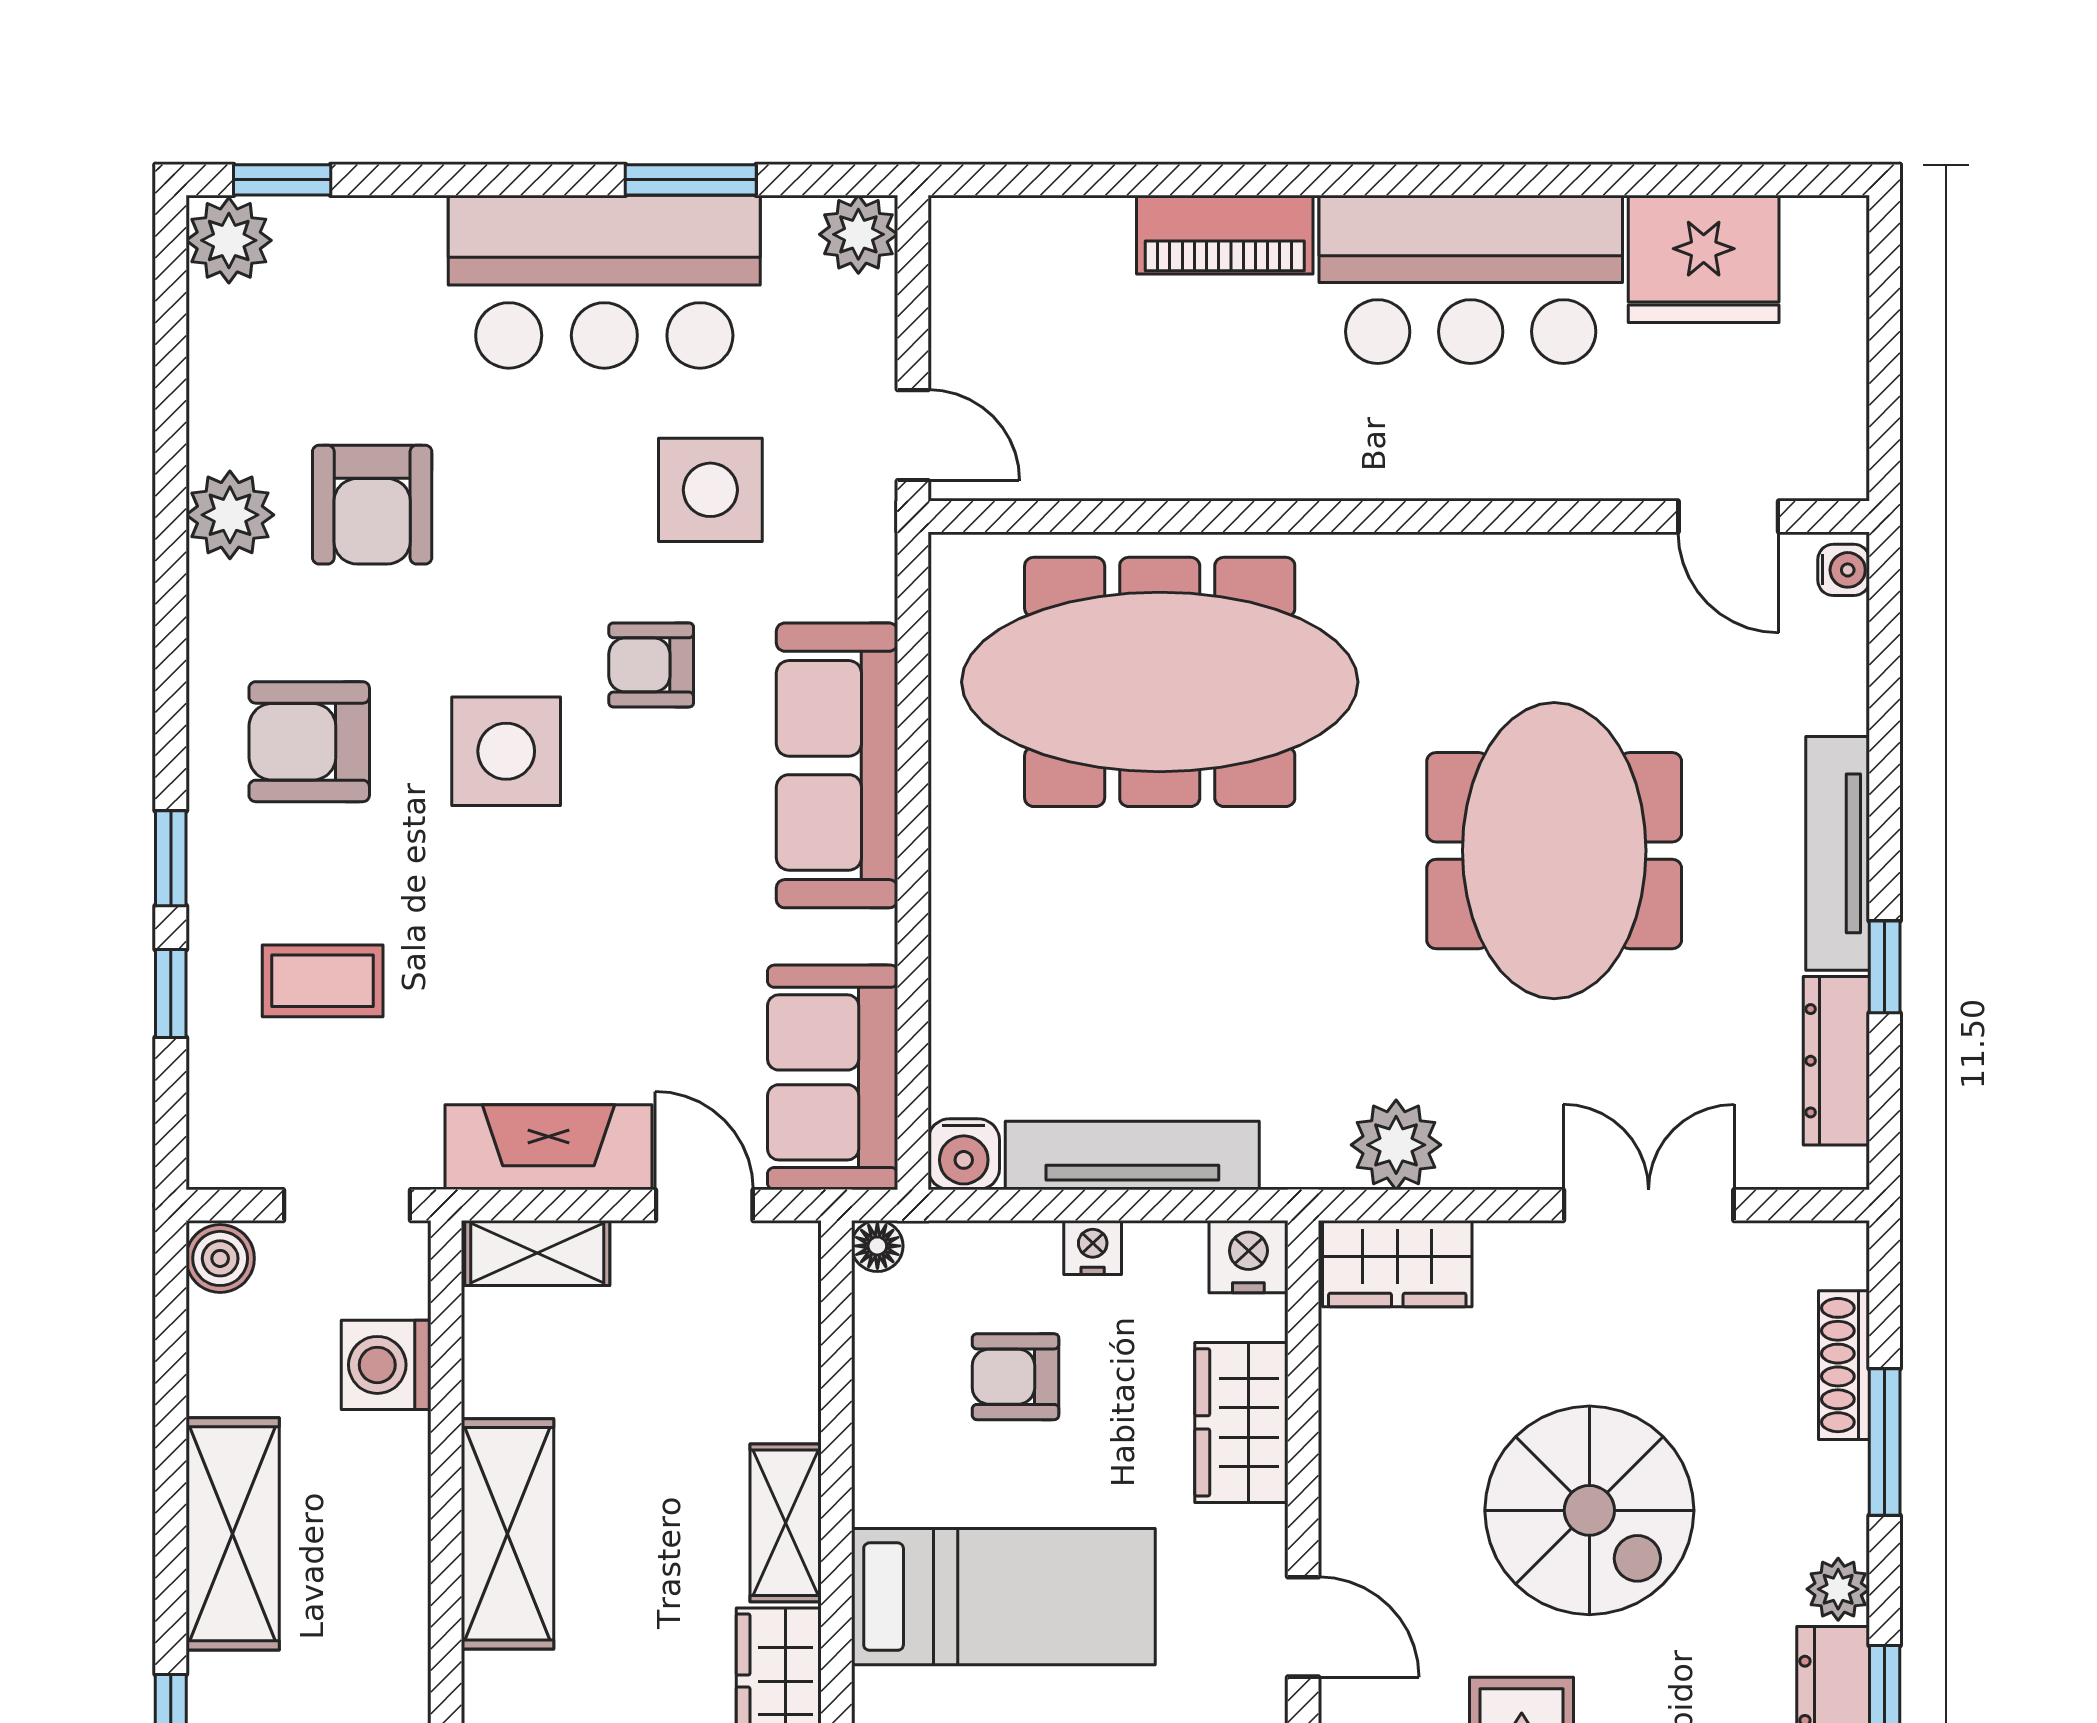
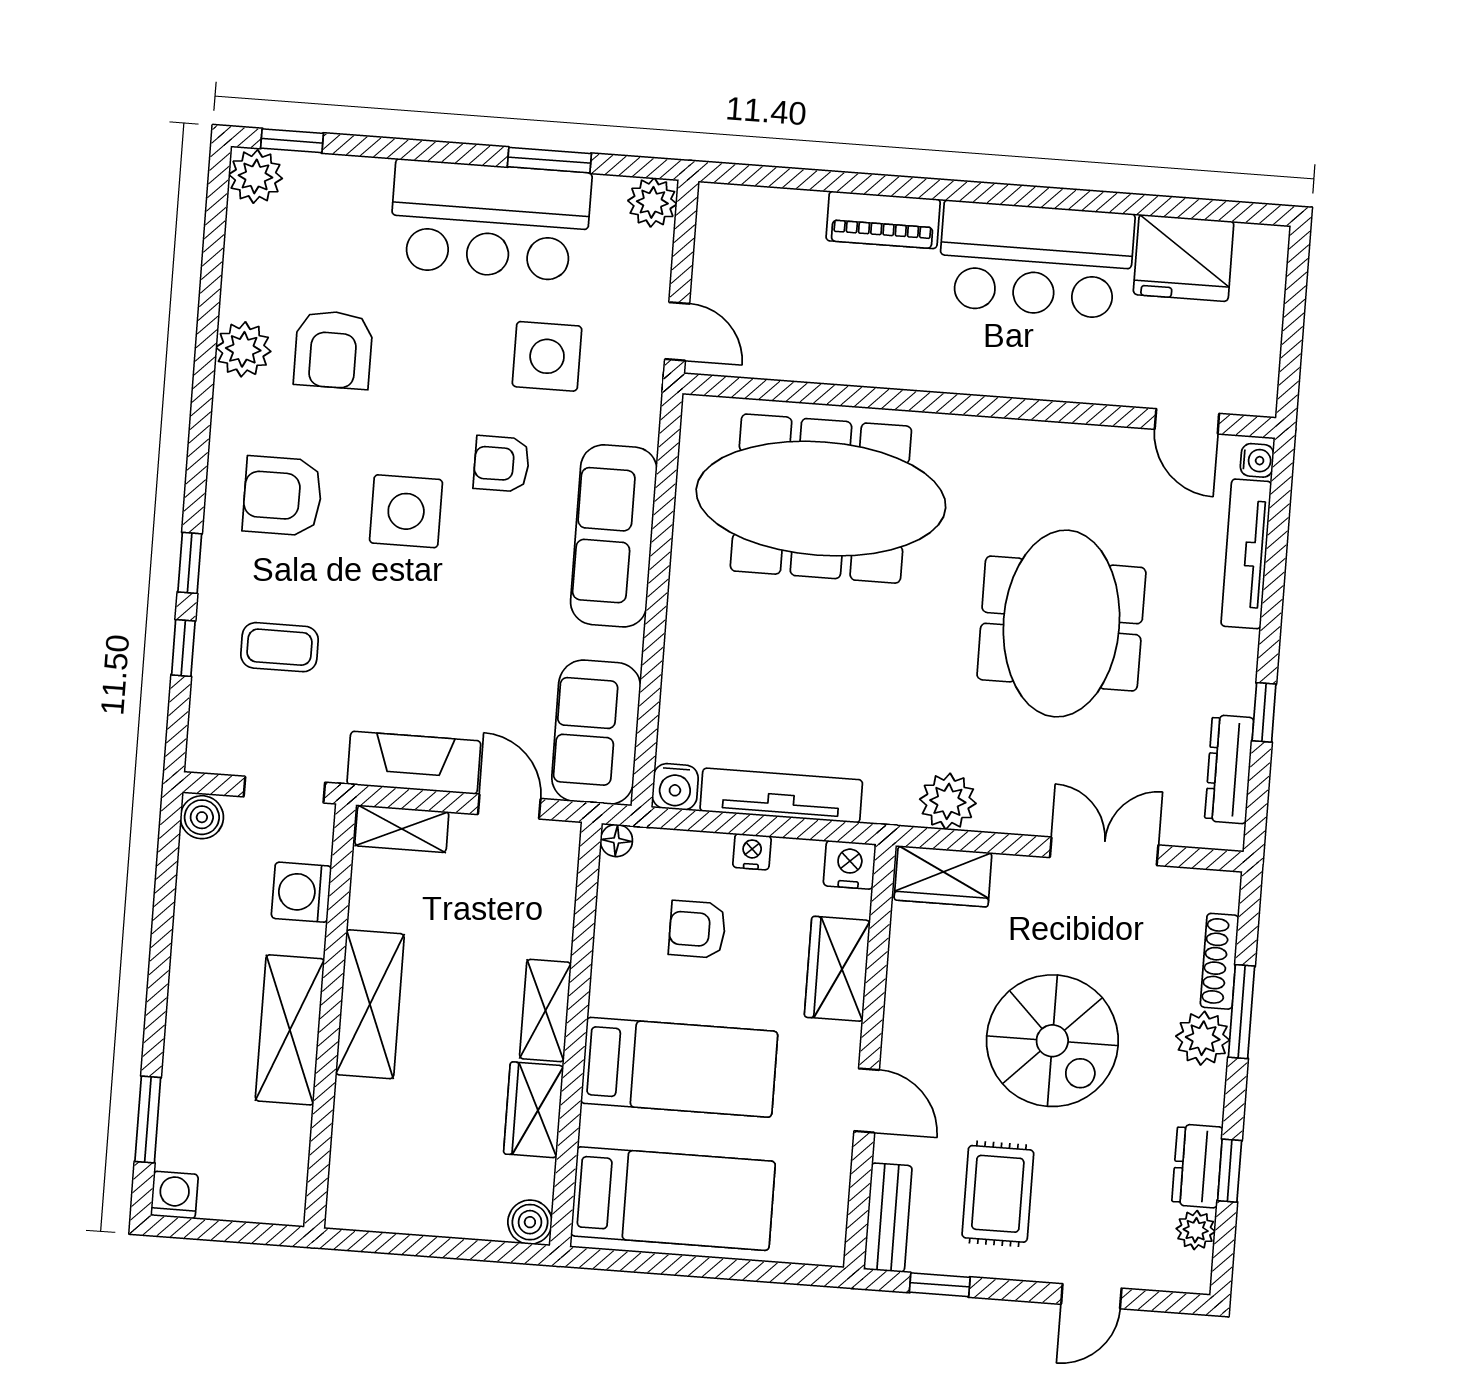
tv unit: (1838, 853) -> (1246, 554), moved
shelving: (233, 1534) -> (290, 1030), moved
plant: (1838, 1589) -> (1203, 1038), moved, width x1.38, depth x1.38

